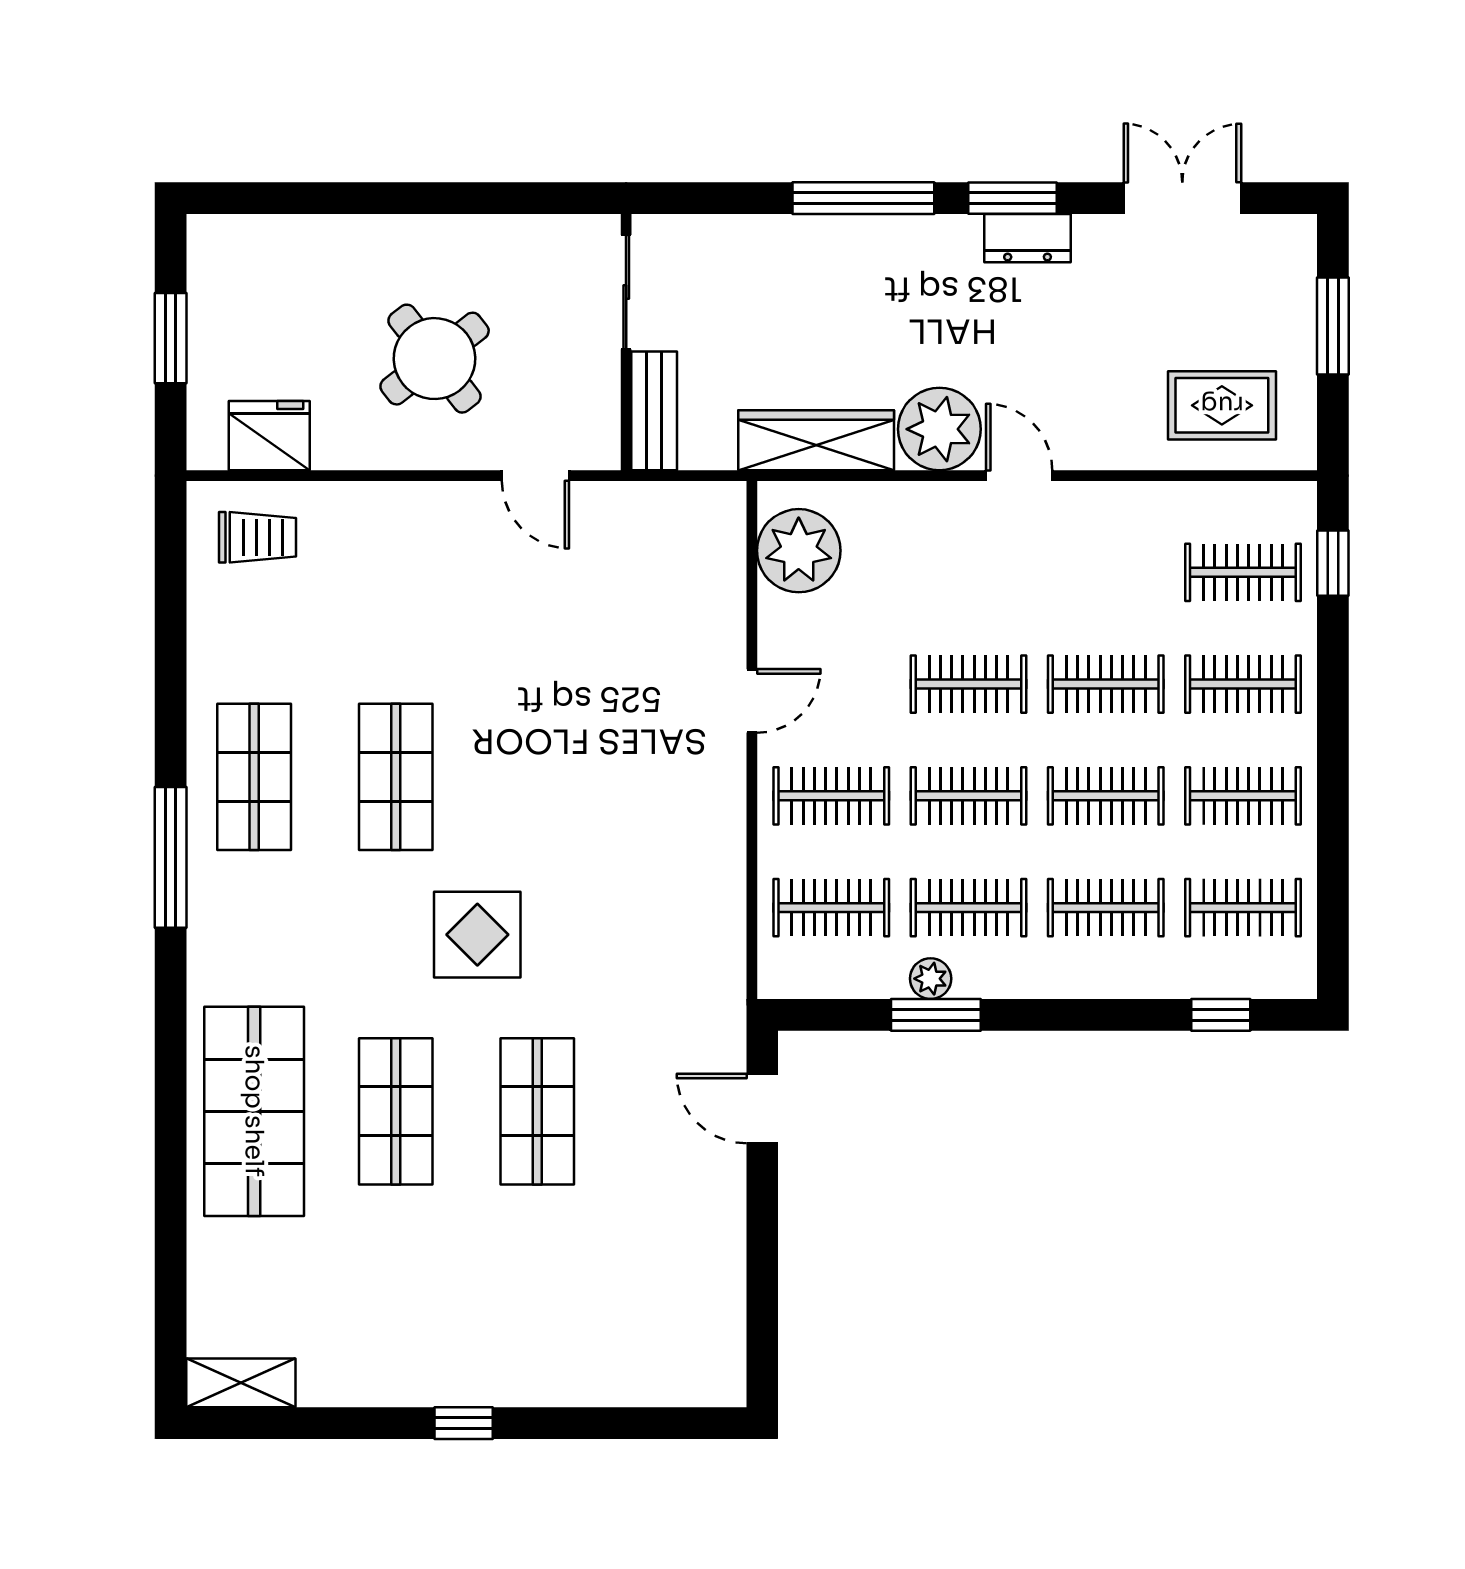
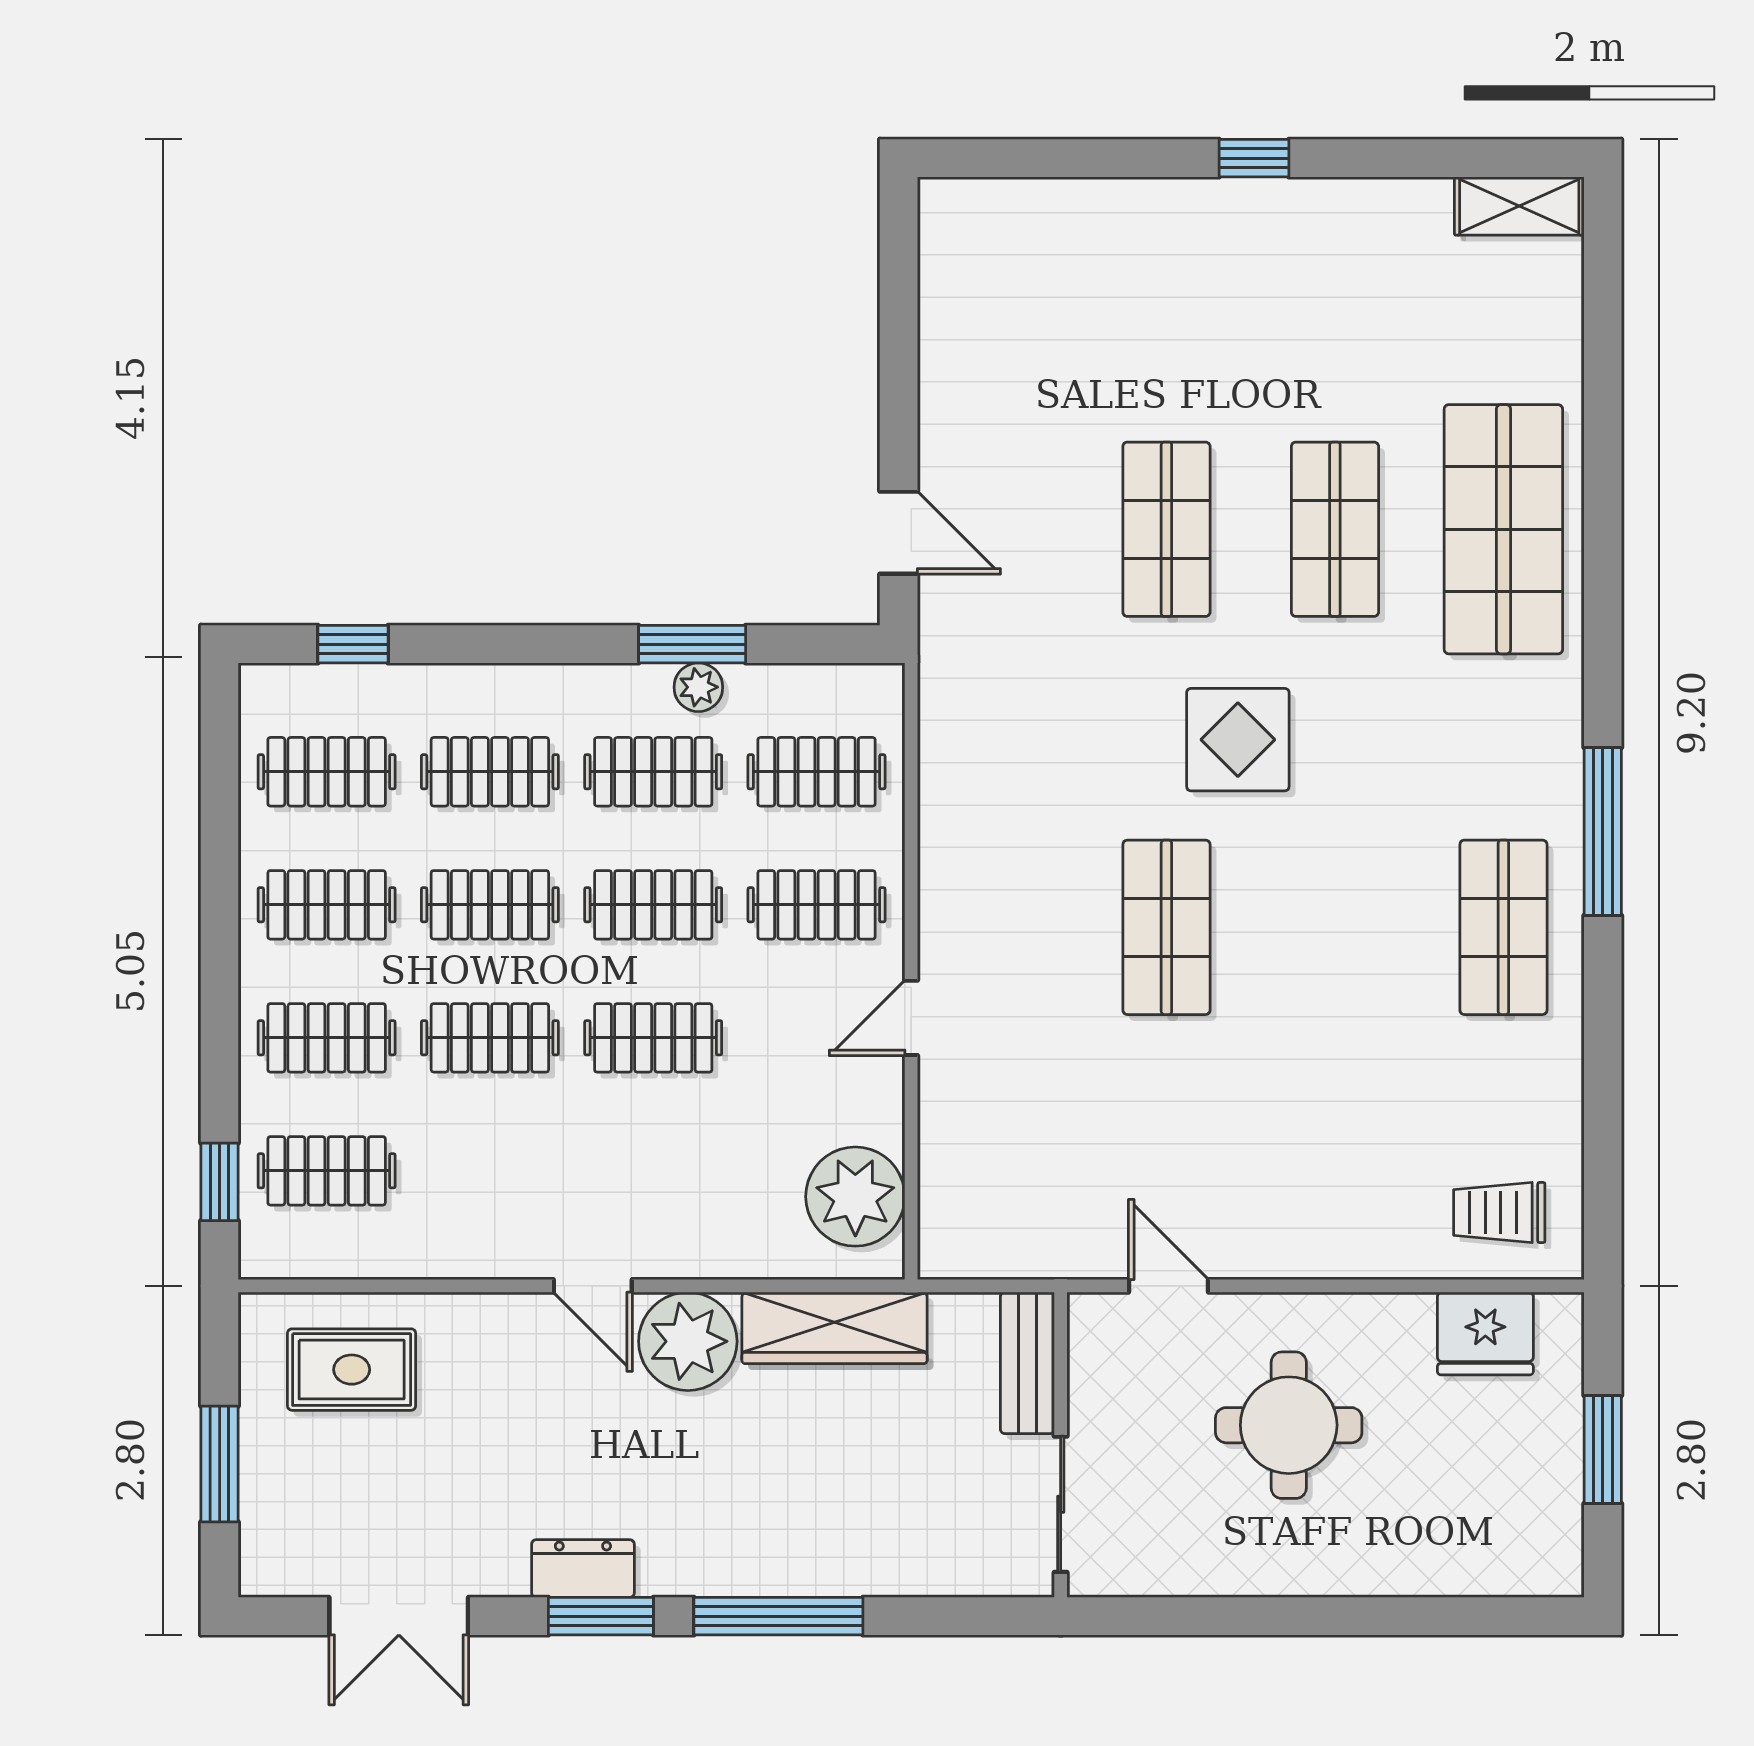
round table: (435, 359) -> (1289, 1425), turned 38
shop shelf: (396, 777) -> (1166, 927), moved

